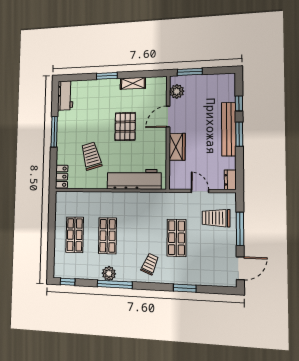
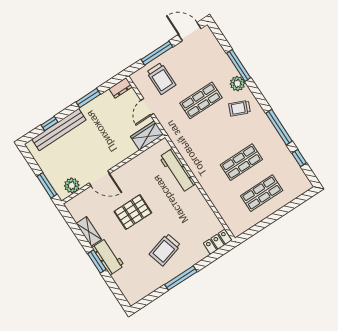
workbench: (65, 95) -> (108, 257), moved, turned 90
bench: (229, 129) -> (59, 130), moved
window: (239, 134) -> (88, 98), moved
wardrobe: (177, 147) -> (147, 136), moved
trolley: (91, 156) -> (165, 250), moved
workbench: (134, 179) -> (177, 170), width x0.73, depth x0.76
plant: (109, 273) -> (237, 84), moved
window: (68, 282) -> (299, 158), moved
window: (185, 288) -> (239, 66), width x1.44

